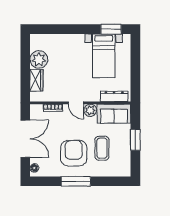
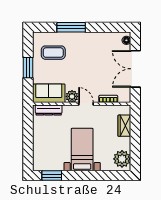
bed with nightstands: (104, 56) -> (82, 150), moved
plant: (39, 59) -> (122, 159), moved
coffee table: (102, 148) -> (53, 53), moved, turned 90
armchair: (74, 153) -> (88, 55), removed
window: (76, 181) -> (71, 27), moved

